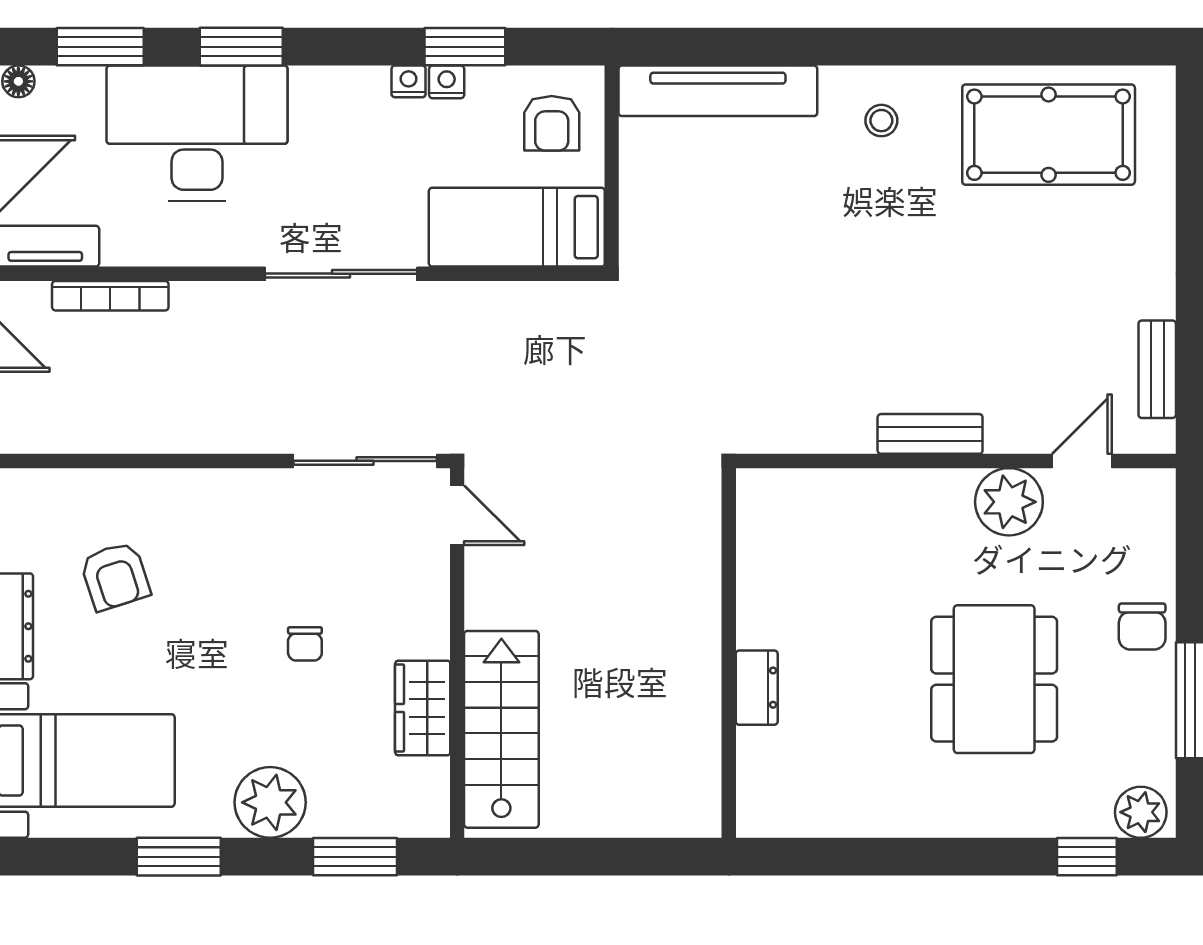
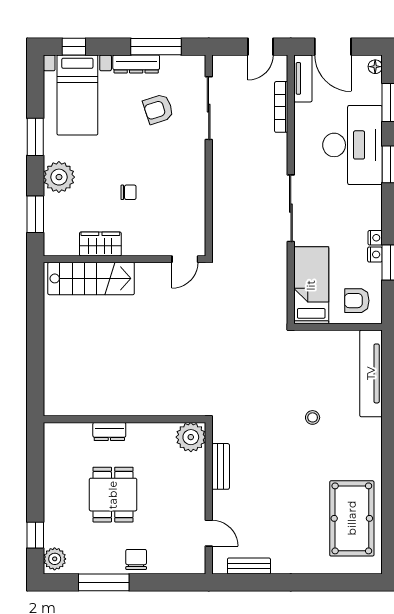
stool: (881, 121) -> (313, 417), moved
sliding door: (365, 461) -> (209, 108), moved
plant: (1009, 502) -> (191, 437), moved
chair: (1142, 626) -> (136, 559), turned 90
chair: (305, 644) -> (129, 192), turned 180
wall: (729, 653) -> (125, 419), moved
dining table: (994, 679) -> (113, 495), width x0.73
dresser: (757, 688) -> (109, 431), moved

